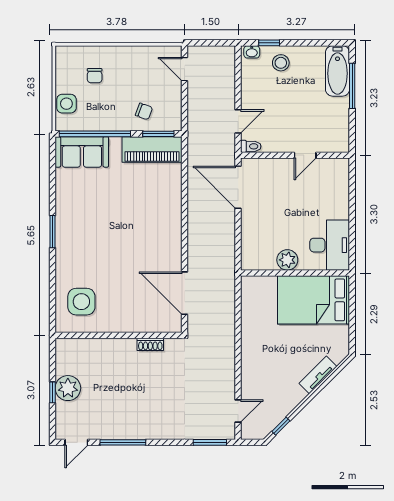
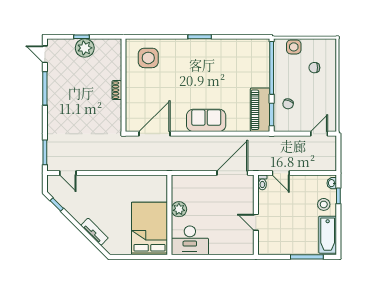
bathtub: (338, 71) -> (328, 235), moved, turned -90
sofa: (82, 152) -> (206, 120), moved, turned 90
shoe rack: (150, 344) -> (117, 90), moved

